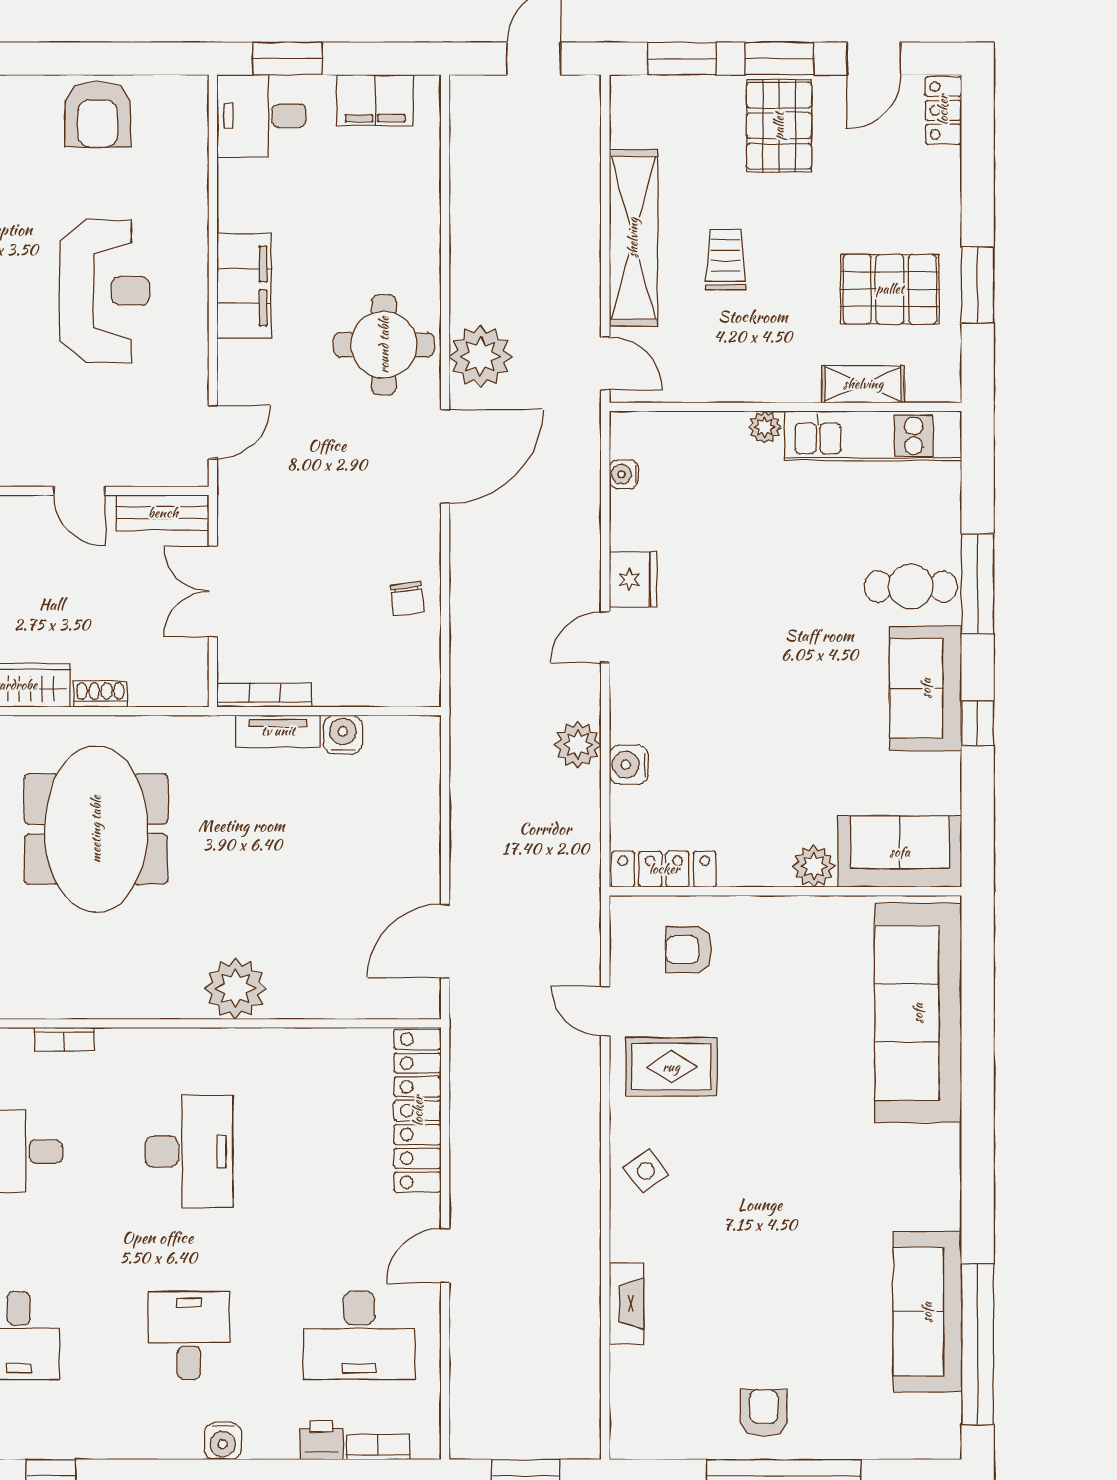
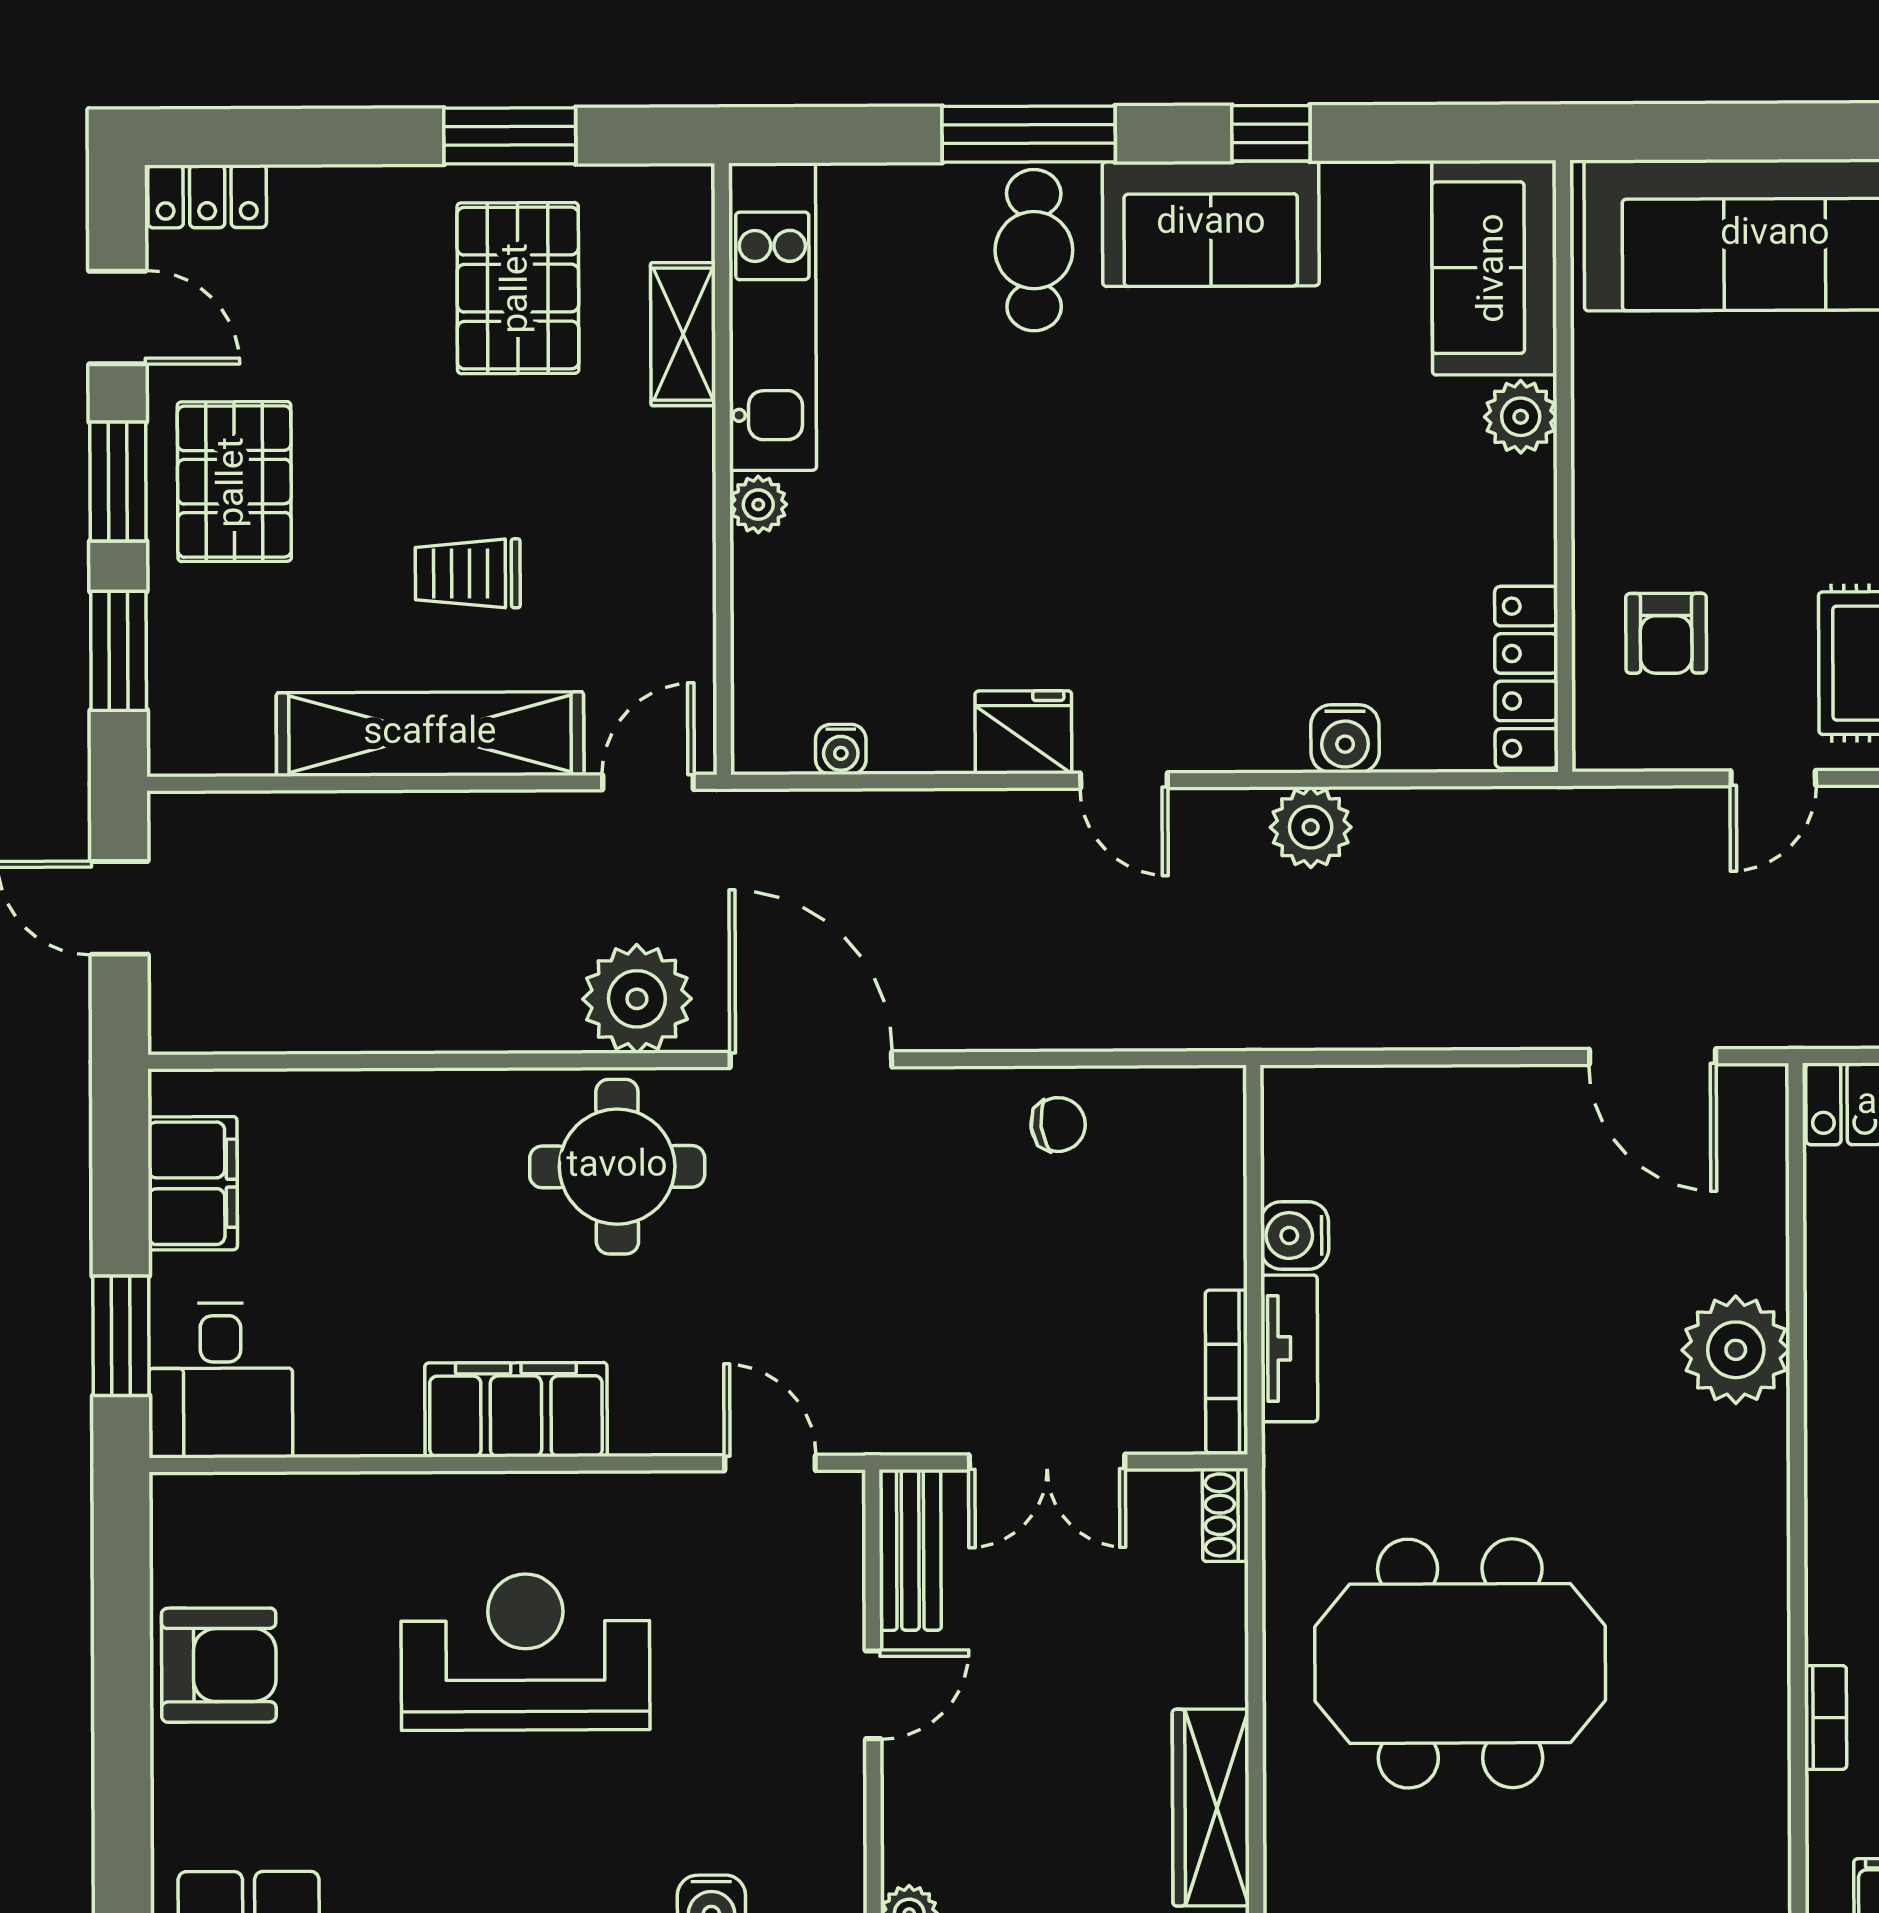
pallet: (779, 126) -> (234, 482), turned 90
shoe rack: (100, 694) -> (1225, 1515), moved
plant: (235, 988) -> (1736, 1350), moved

